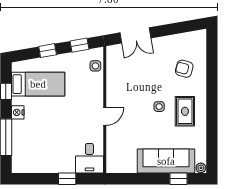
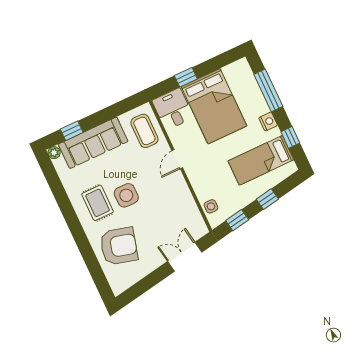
armchair: (184, 69) -> (119, 246), width x1.88, depth x1.88
side table: (159, 107) -> (126, 195), width x1.87, depth x1.87
bed: (55, 145) -> (214, 106), added
coffee table: (120, 151) -> (144, 131), added

